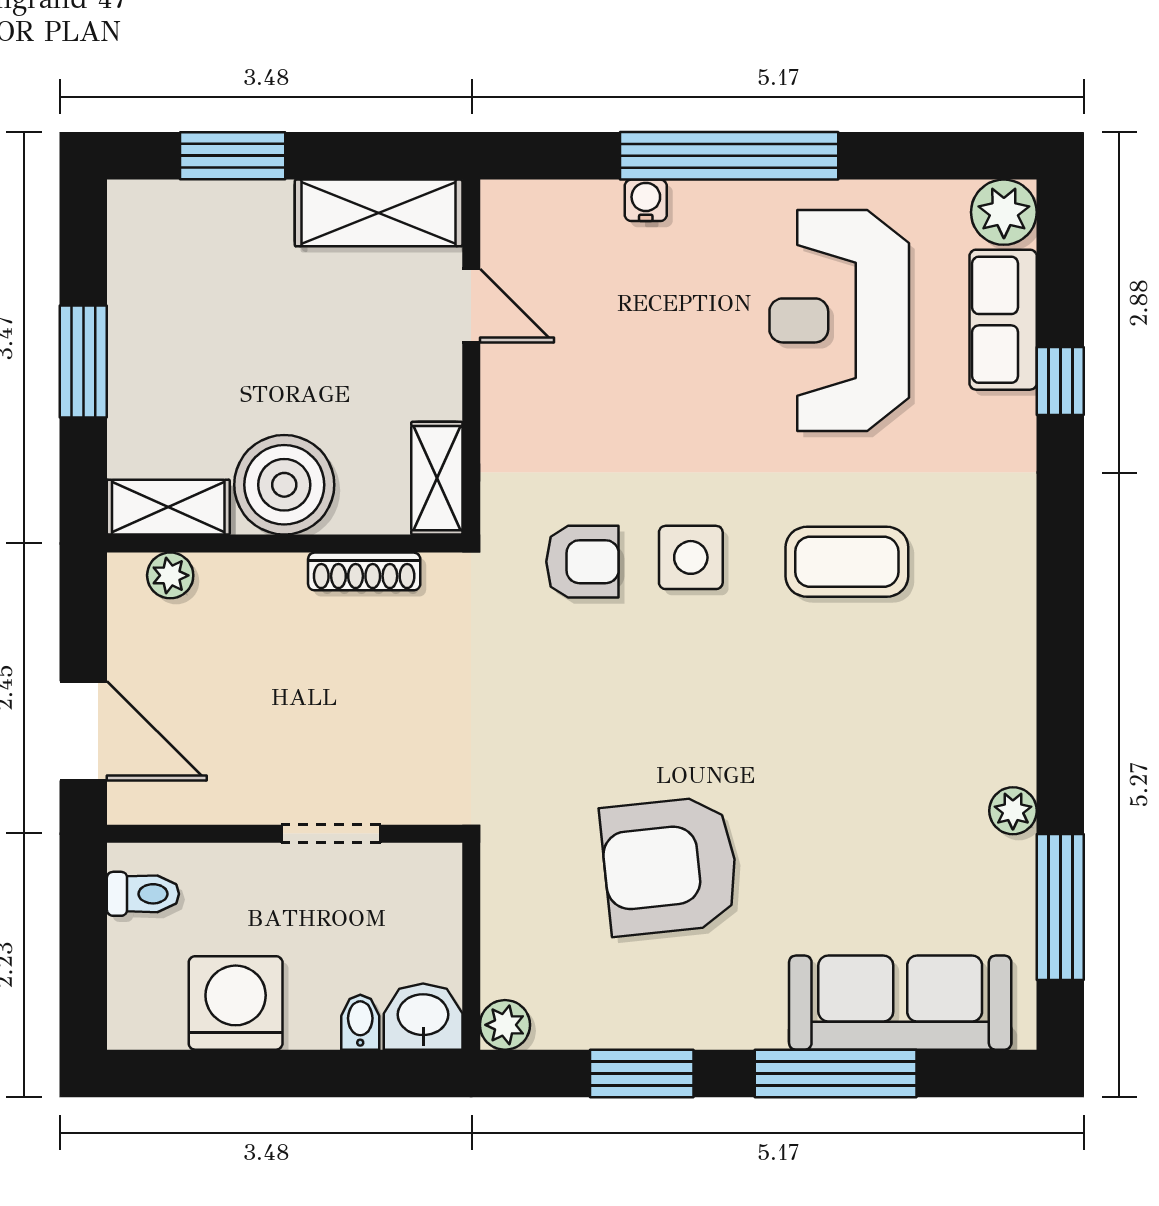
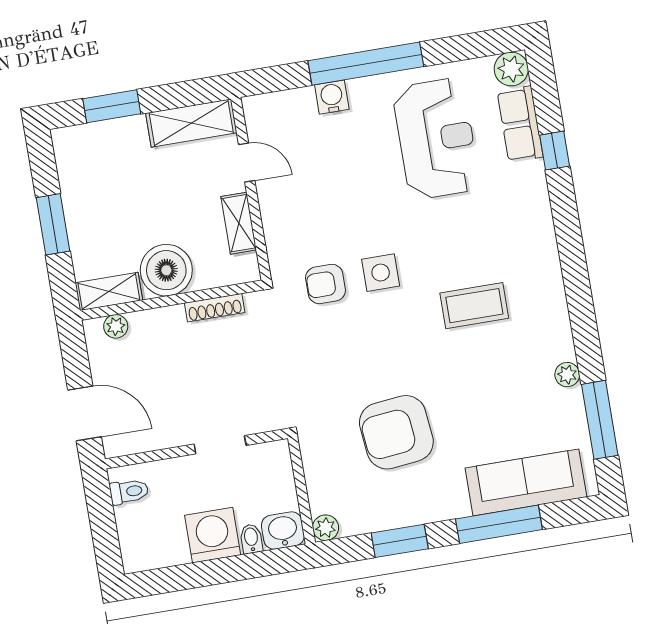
water cooler: (646, 200) -> (332, 97), width x1.38, depth x1.38
reception desk: (839, 320) -> (436, 139), turned 180
shelving: (437, 478) -> (239, 223), moved
armchair: (582, 562) -> (326, 284), turned 180
coffee table: (847, 562) -> (474, 306), moved
washing machine: (236, 1003) -> (213, 535), moved

